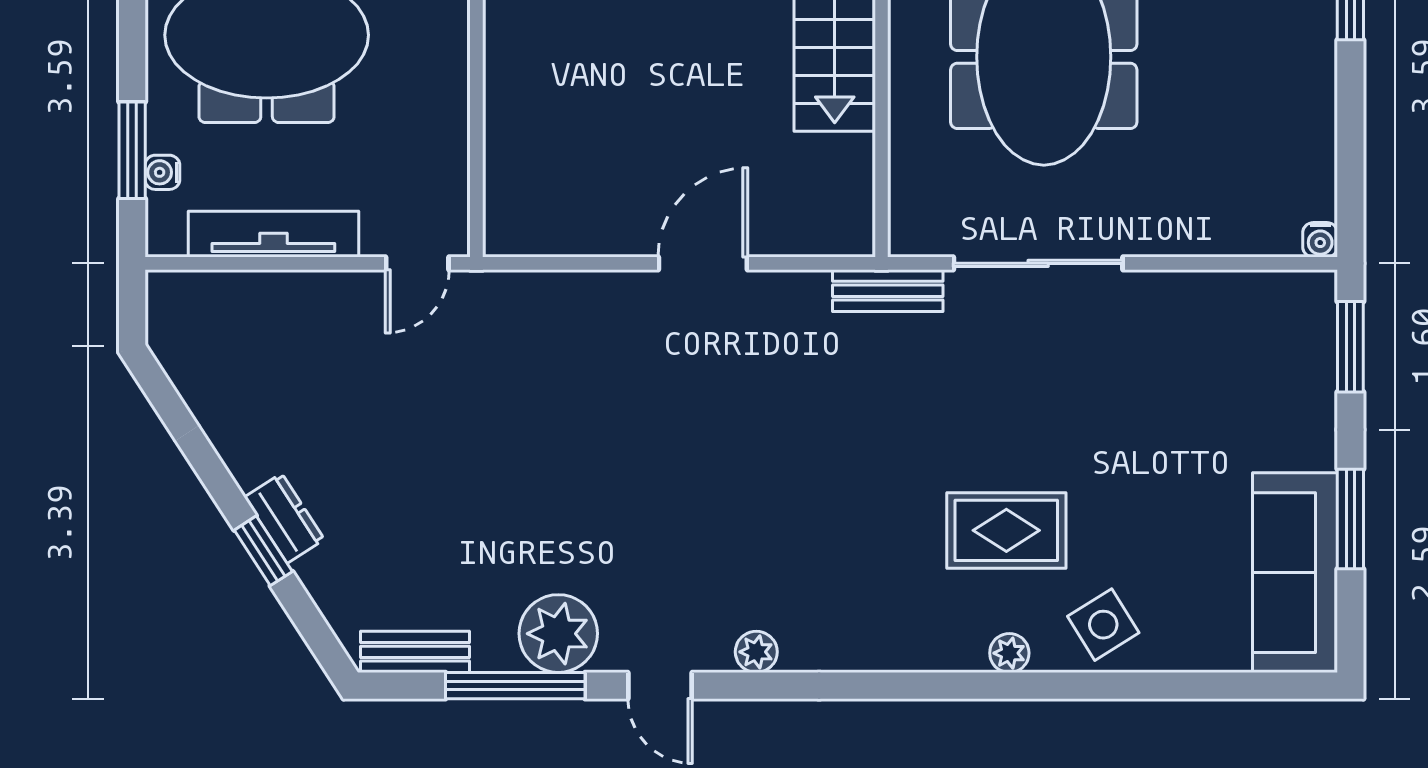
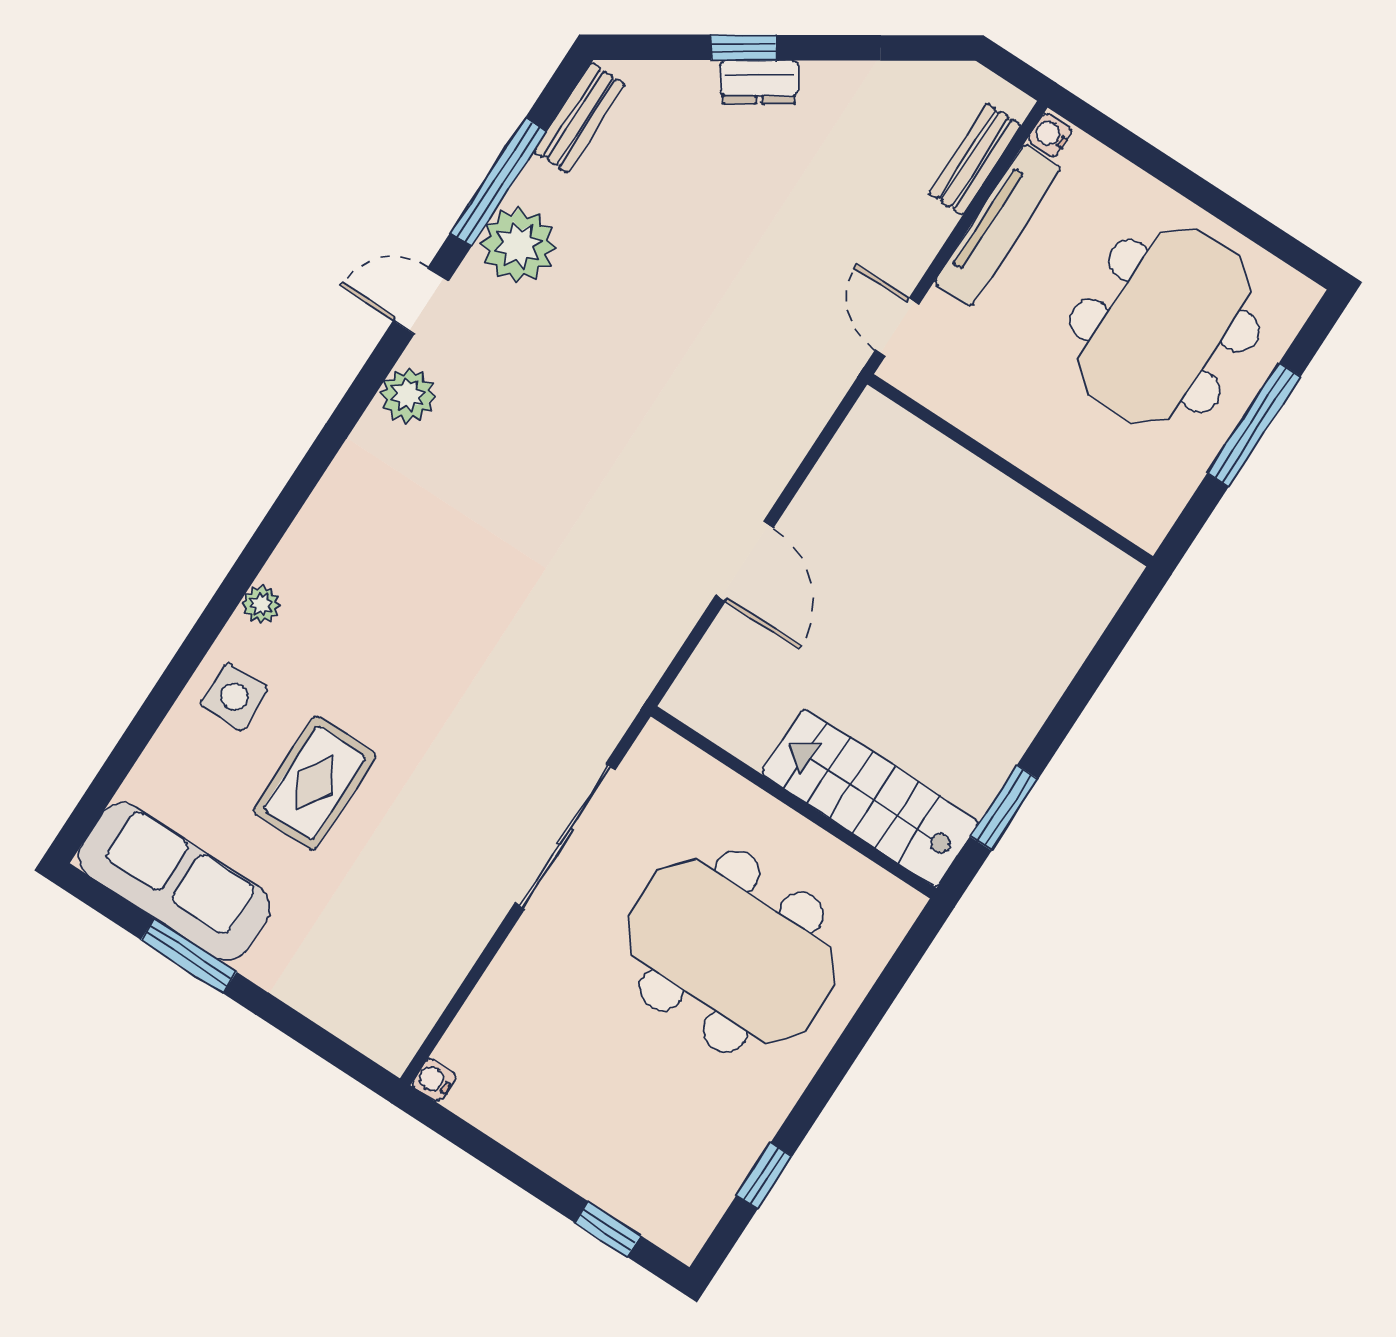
window: (132, 150) -> (1142, 154), removed
water cooler: (162, 172) -> (1050, 135), moved, turned -90
bench: (888, 291) -> (975, 159), moved
window: (1350, 347) -> (330, 1048), removed
rug: (1006, 530) -> (315, 783), moved
side table: (1103, 625) -> (234, 697), turned 32
plant: (756, 652) -> (408, 395), width x1.38, depth x1.38

